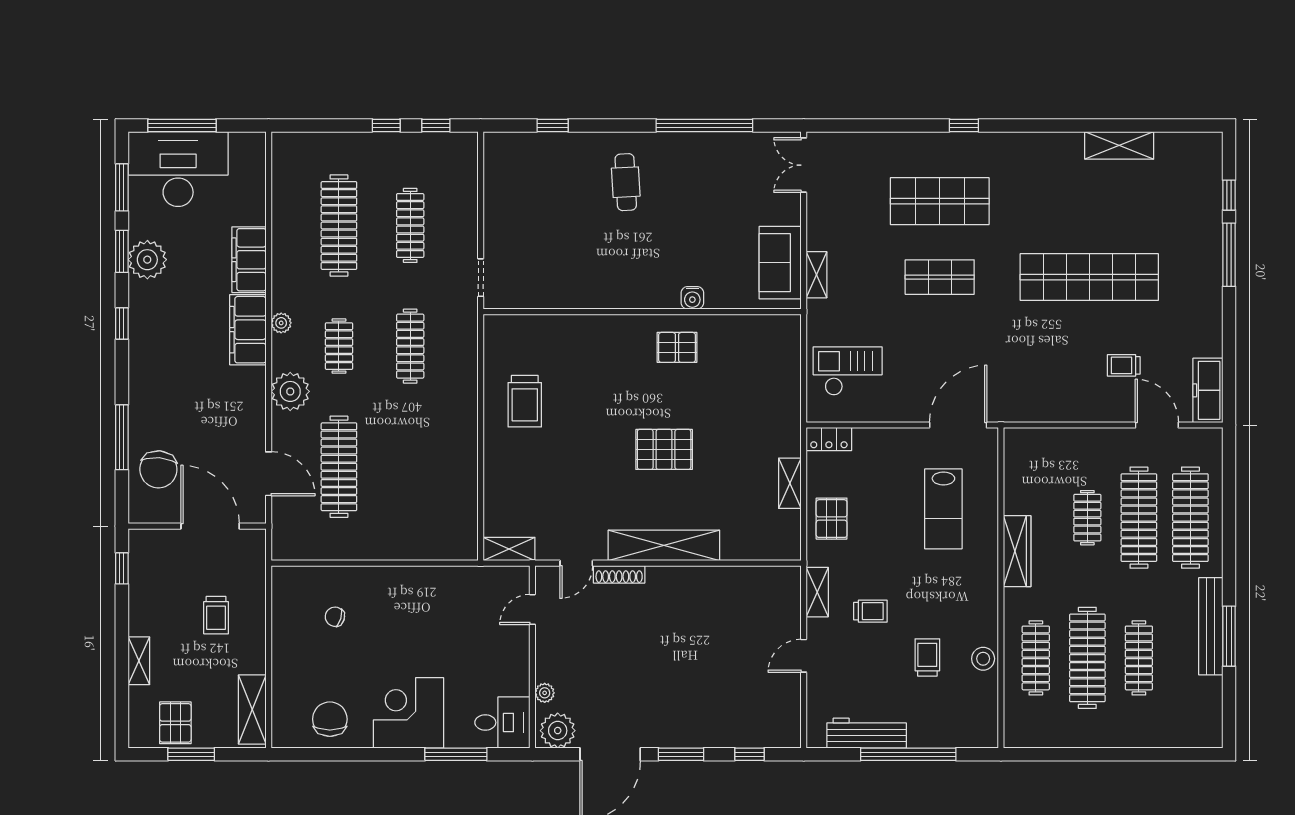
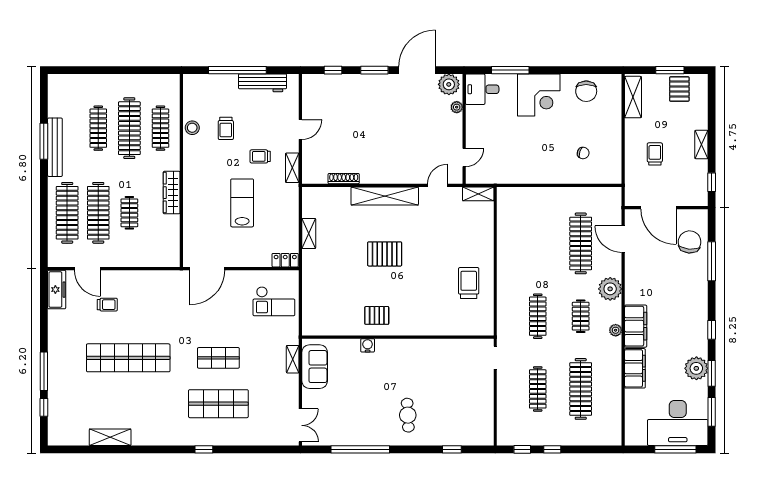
lab bench: (943, 509) -> (242, 203), moved
pallet: (832, 519) -> (284, 212), removed
shoe rack: (619, 574) -> (344, 179), moved
shelving: (139, 661) -> (701, 145), moved

